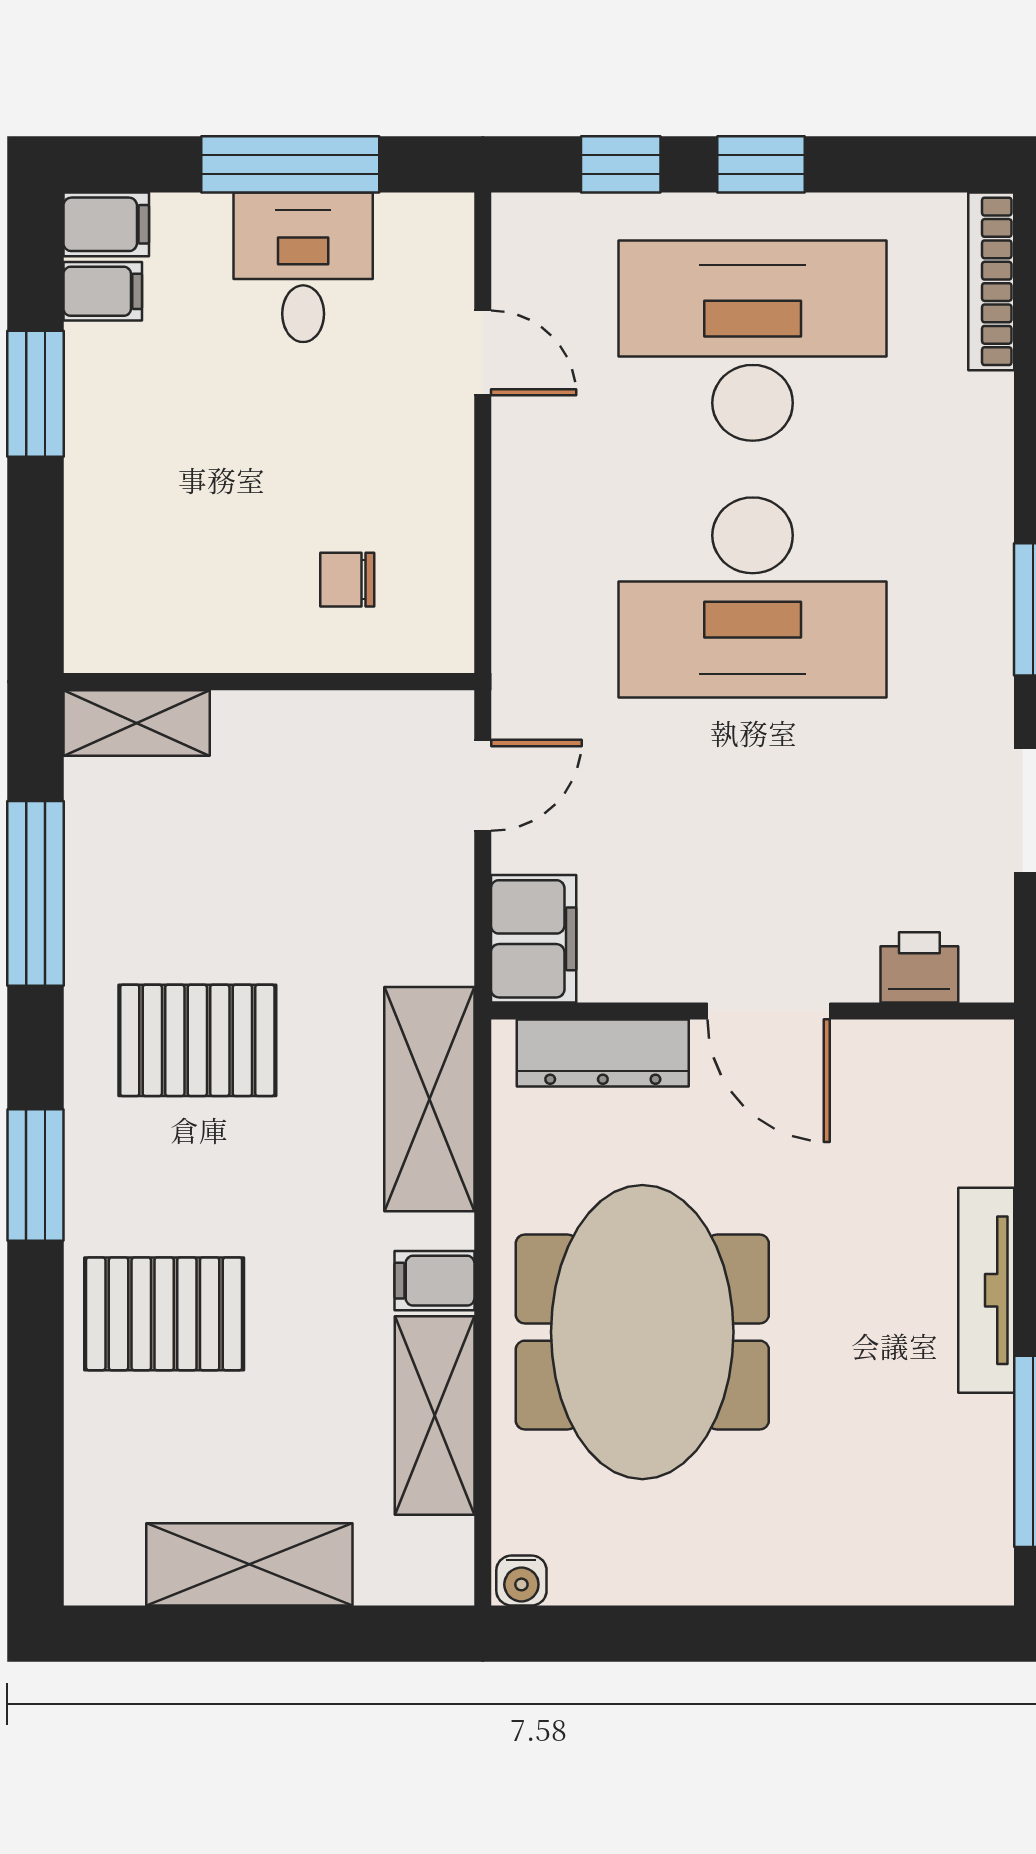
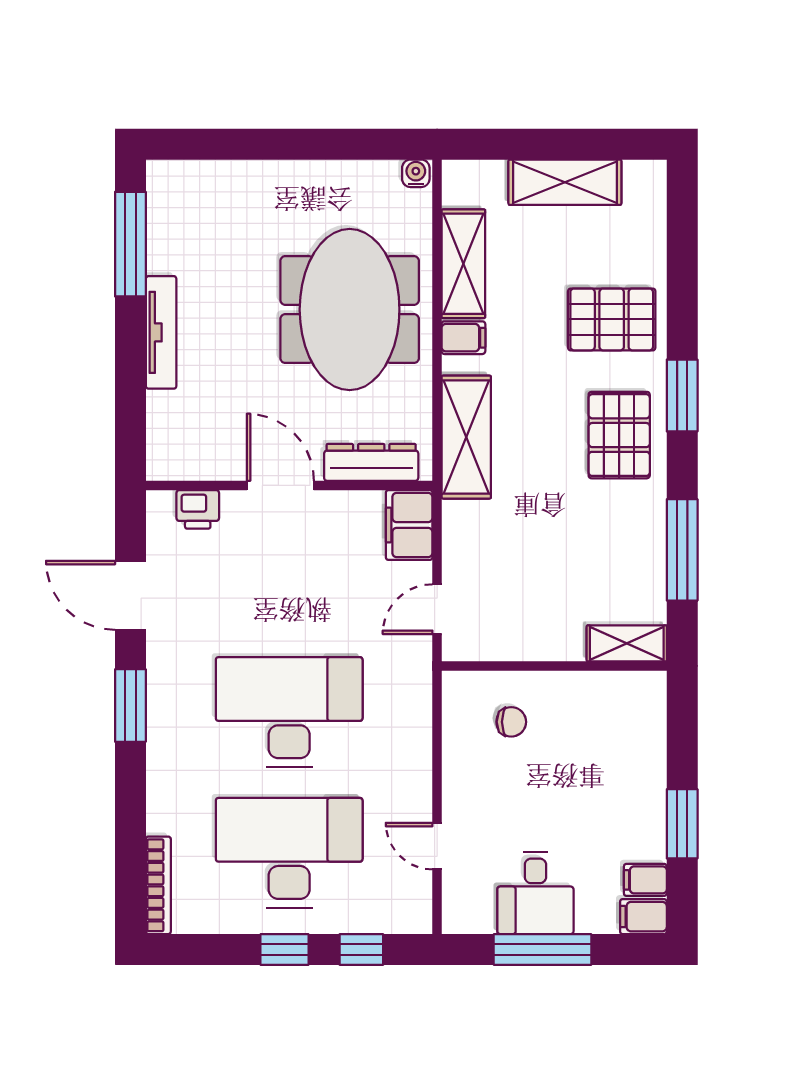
desk: (753, 341) -> (289, 853), turned 180
pallet: (197, 1040) -> (619, 435), moved, turned 90

